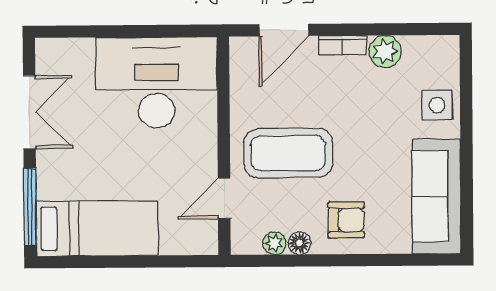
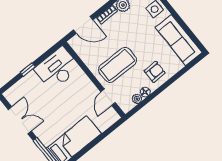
door: (284, 30) -> (83, 25), hinge flipped
window: (118, 31) -> (28, 70), added
desk: (157, 82) -> (57, 68), width x0.73, depth x0.77

